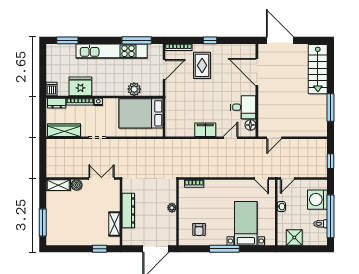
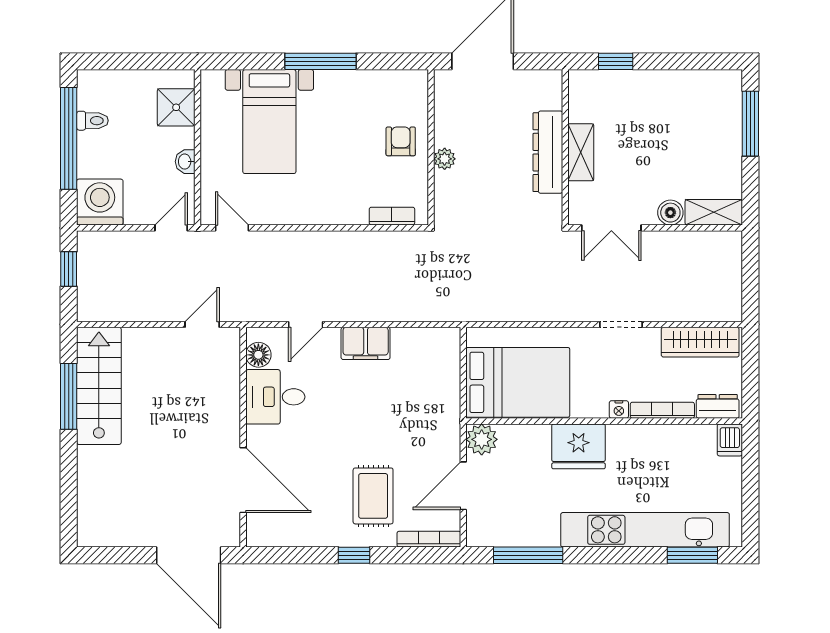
kitchen unit: (112, 51) -> (645, 530), moved
stairs: (318, 69) -> (99, 386), moved
fridge: (80, 86) -> (579, 446), moved
plant: (134, 89) -> (482, 439), moved
washing machine: (317, 200) -> (100, 202), moved, turned -90
shelving: (114, 224) -> (581, 152), moved
armchair: (199, 229) -> (401, 141), moved
shower: (294, 237) -> (176, 107), moved

